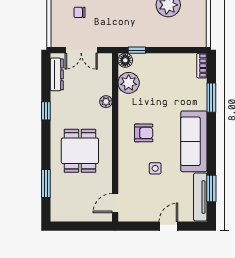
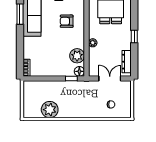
window: (211, 98) -> (20, 14), moved

